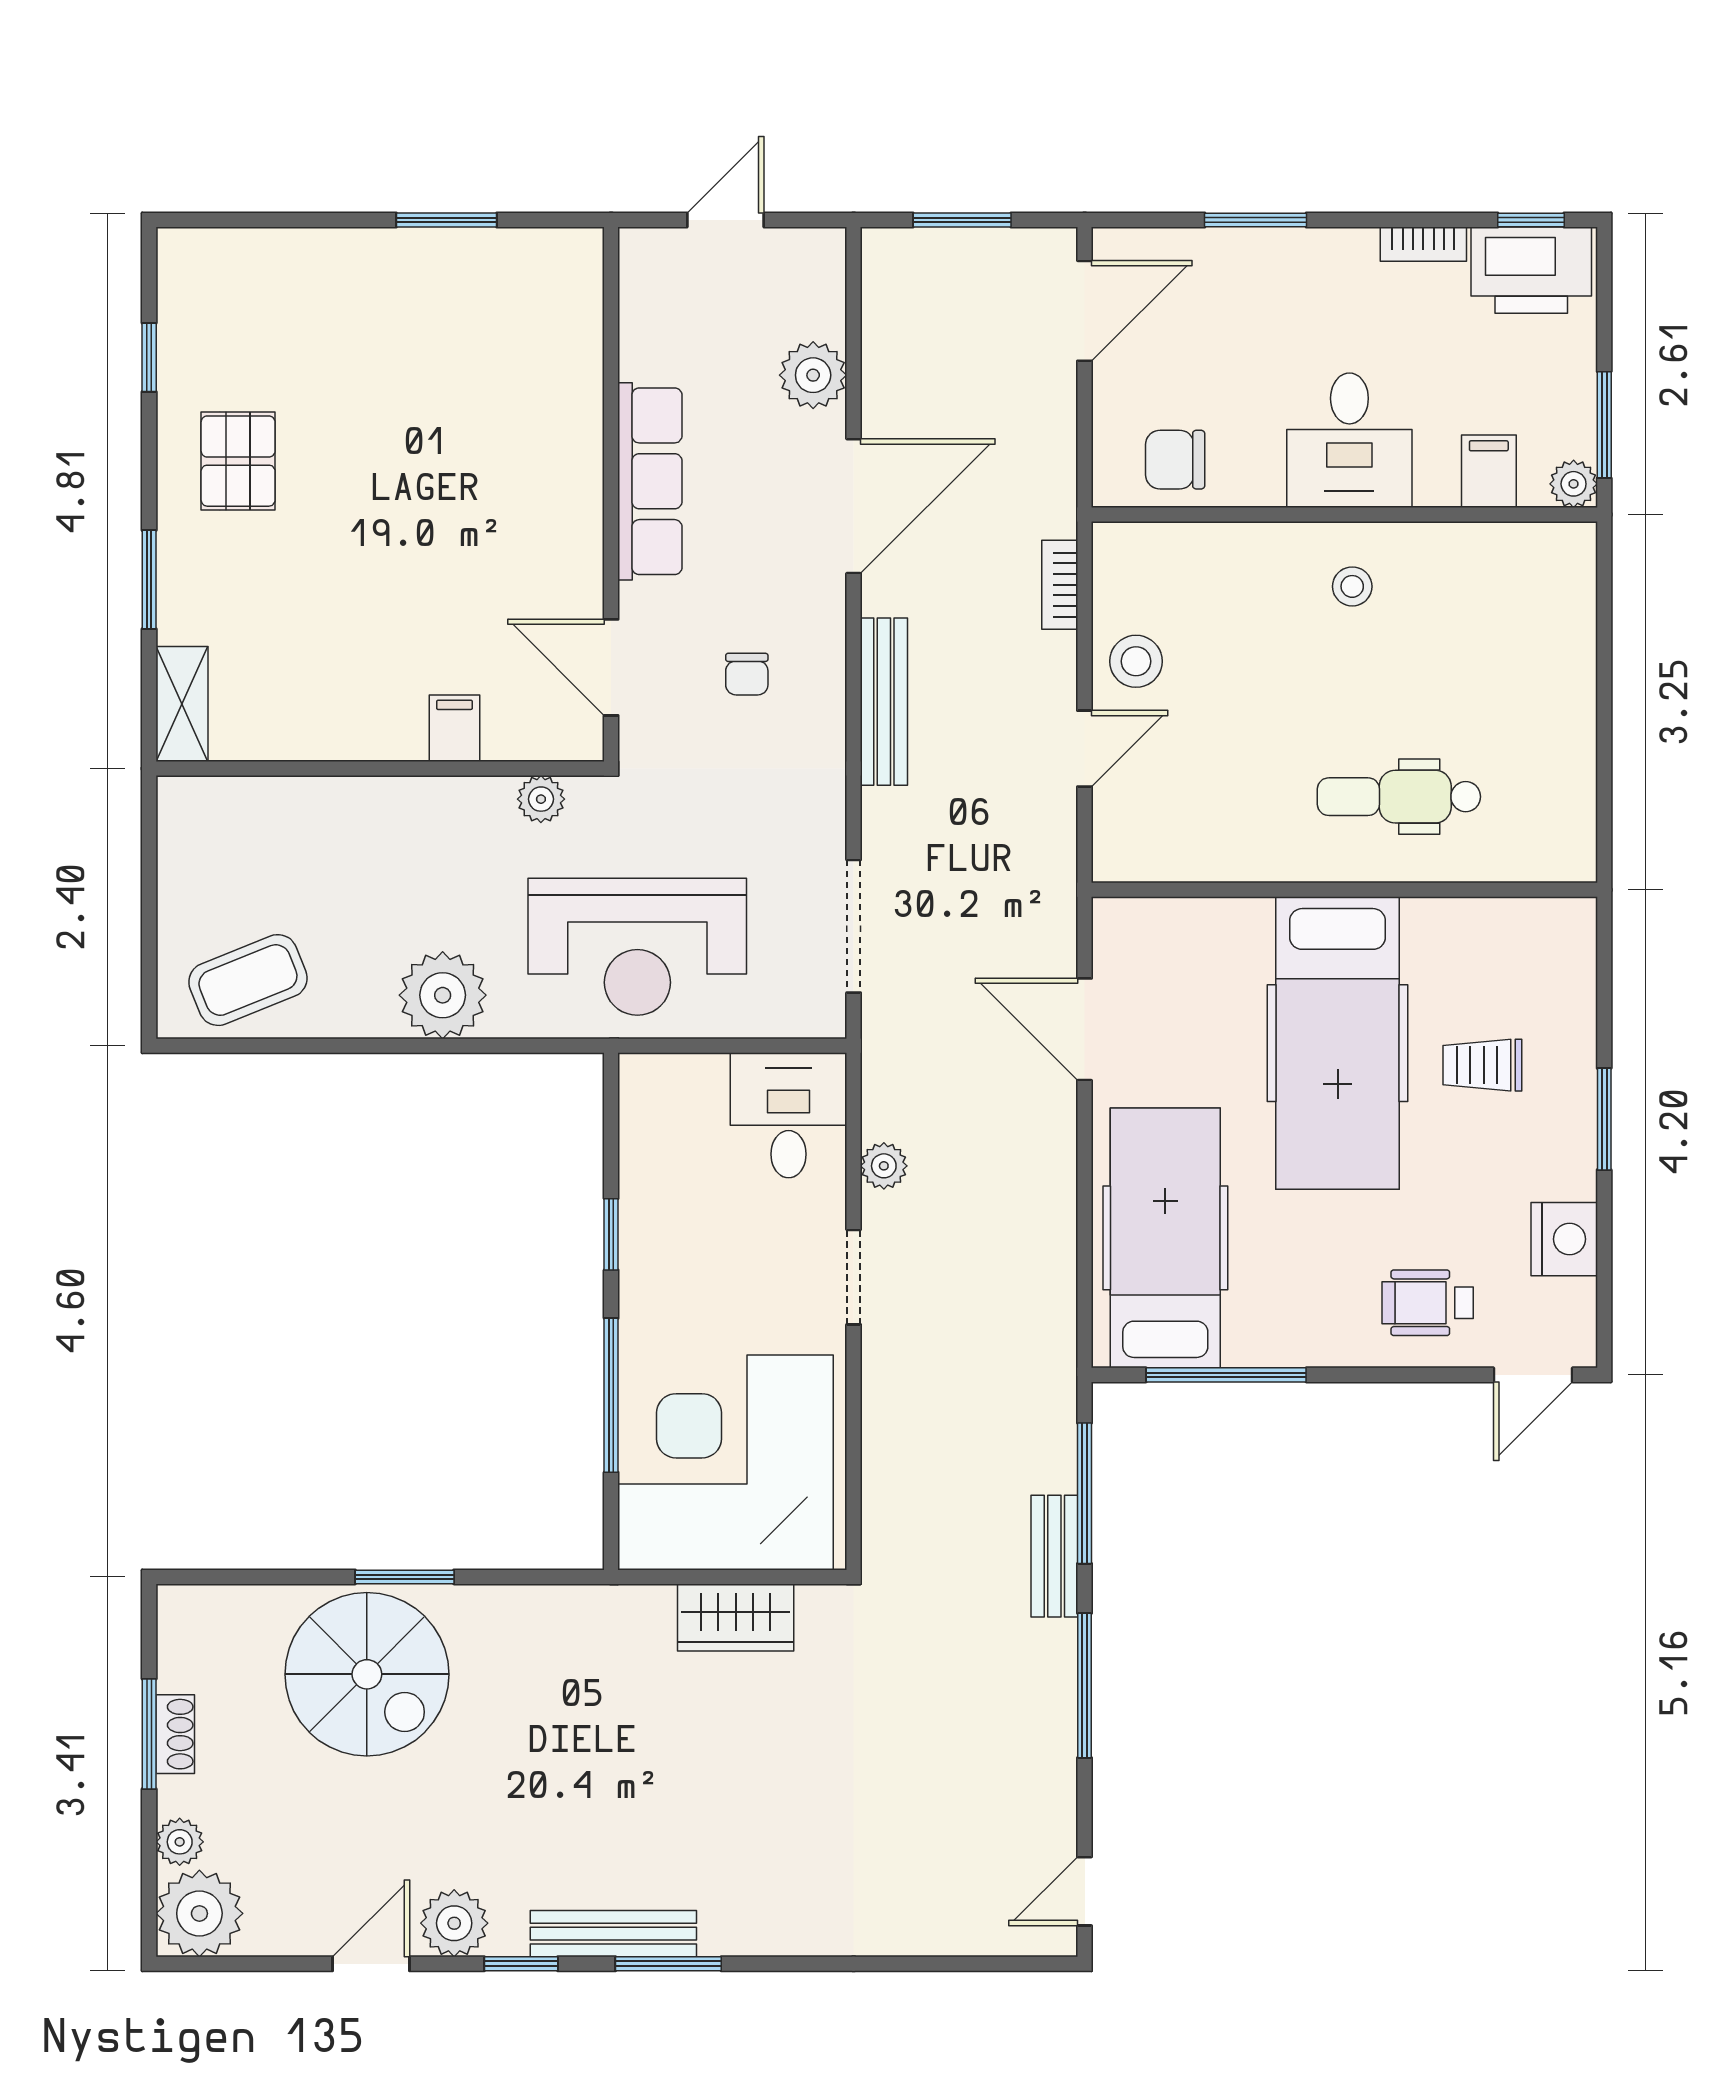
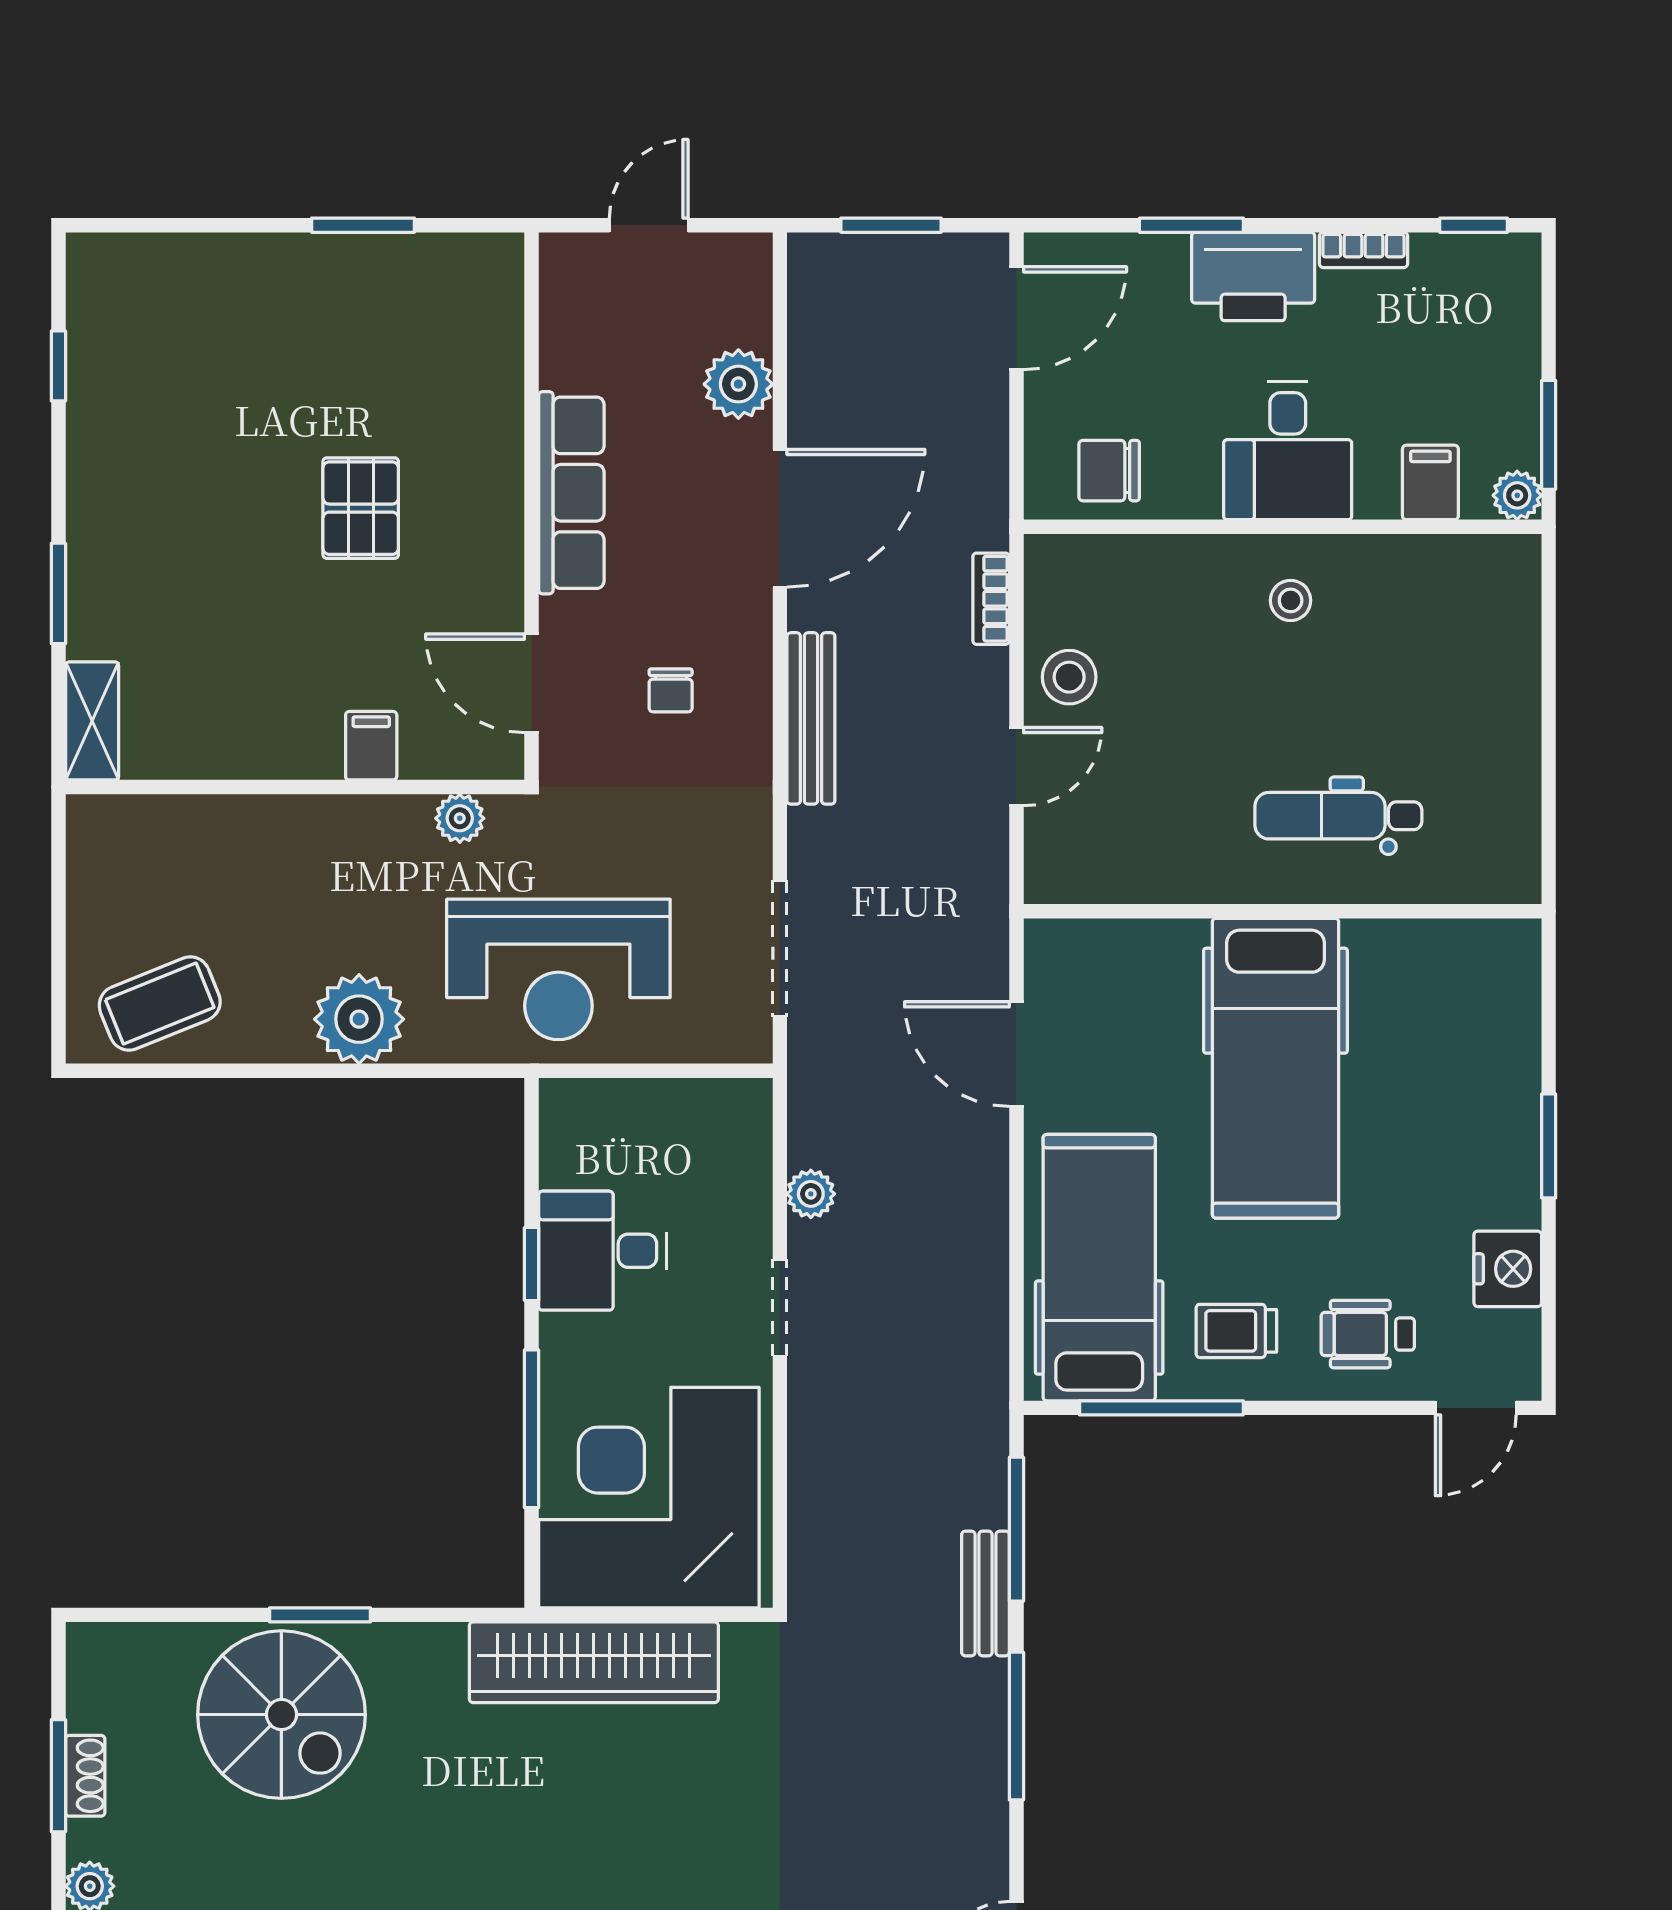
printer: (1531, 270) -> (1253, 277), moved
pallet: (238, 461) -> (361, 508), moved
trolley: (1482, 1065) -> (1236, 1331), moved
desk: (789, 1115) -> (603, 1251), moved, turned -90
wardrobe: (736, 1617) -> (594, 1662), width x2.10, depth x1.17

